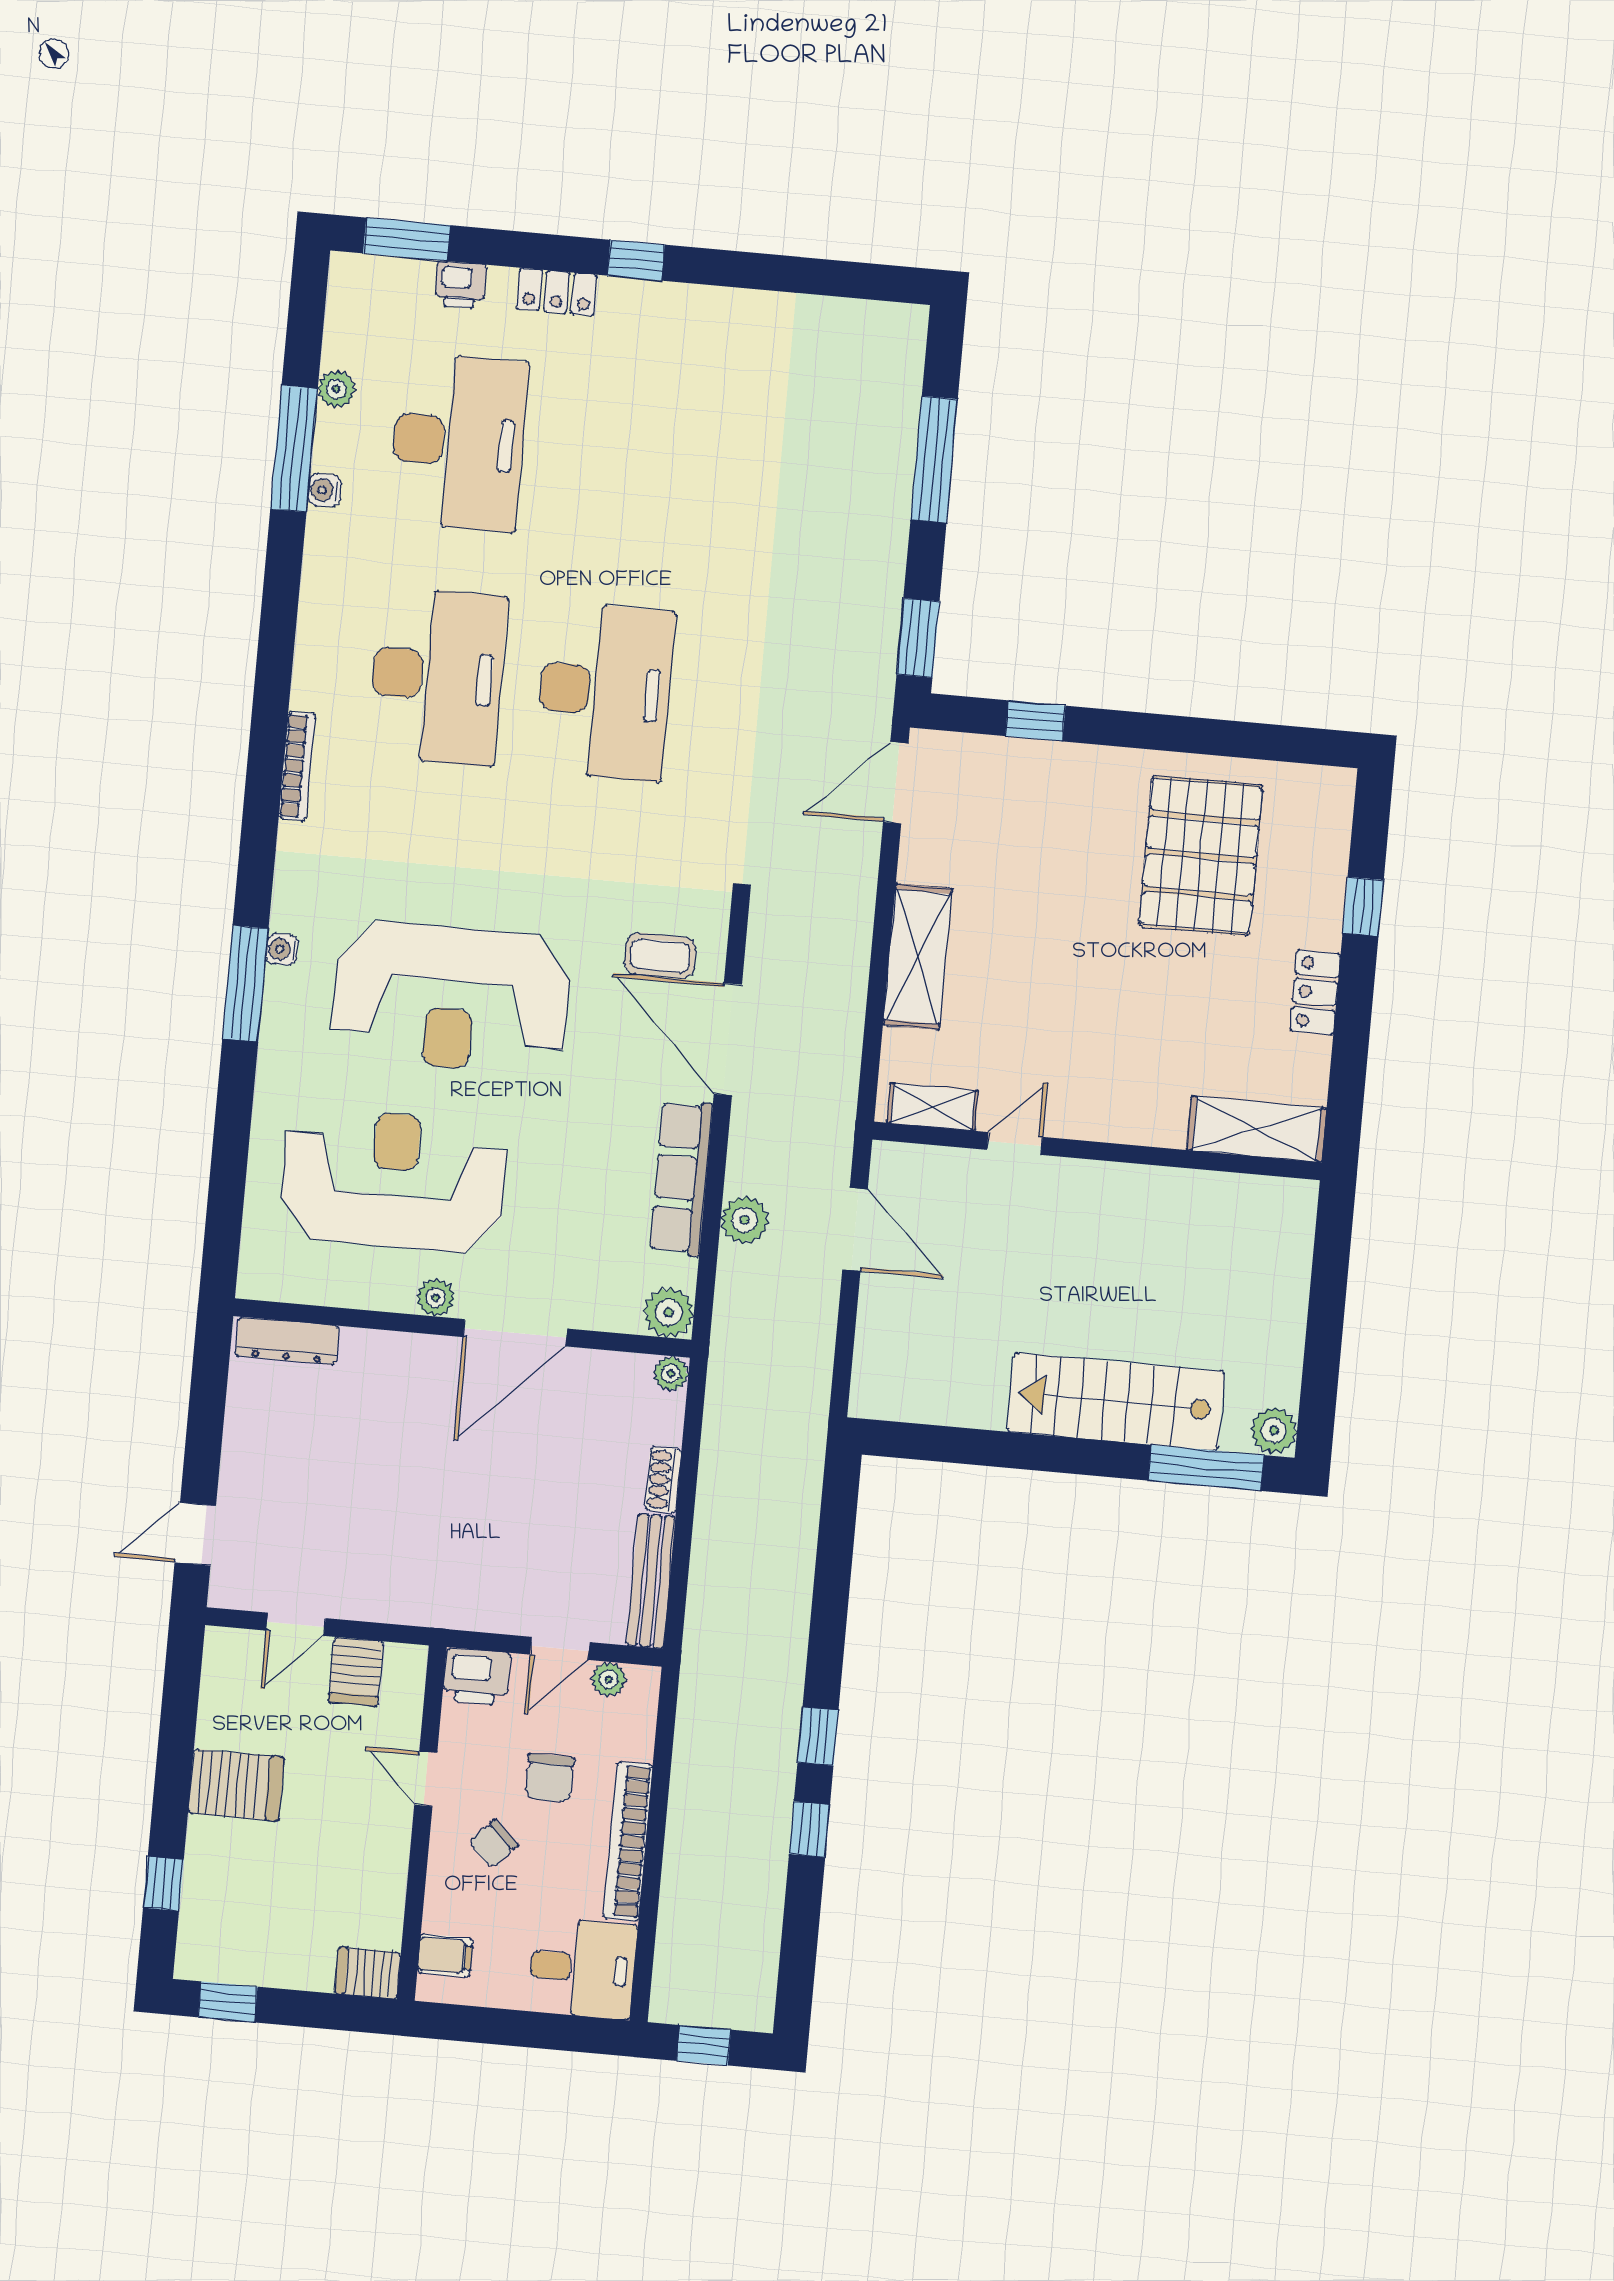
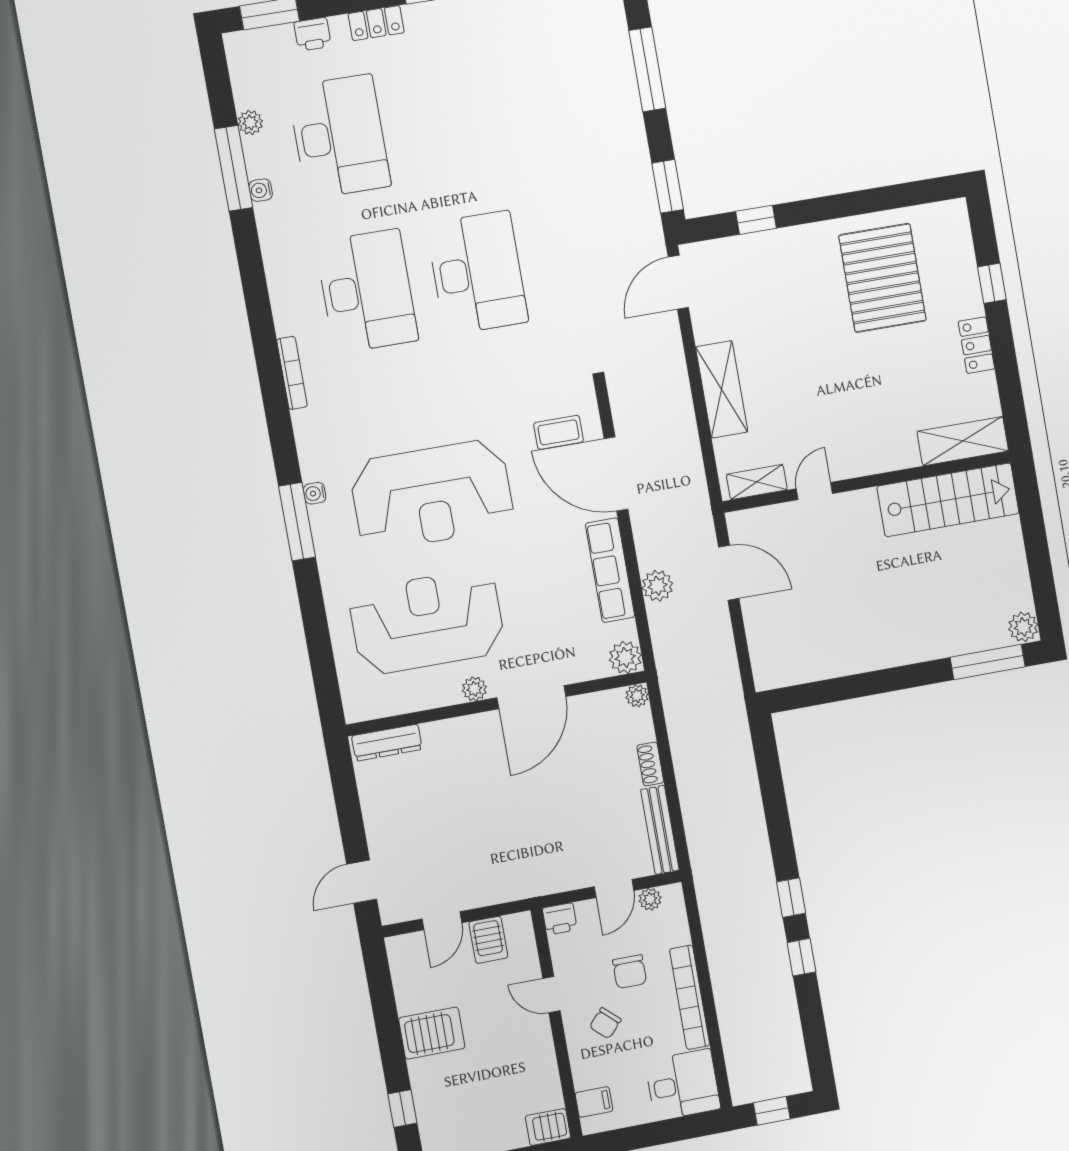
stairs: (1116, 1402) -> (948, 500), moved, turned 180
printer: (476, 1677) -> (560, 919), width x0.73, depth x0.81

